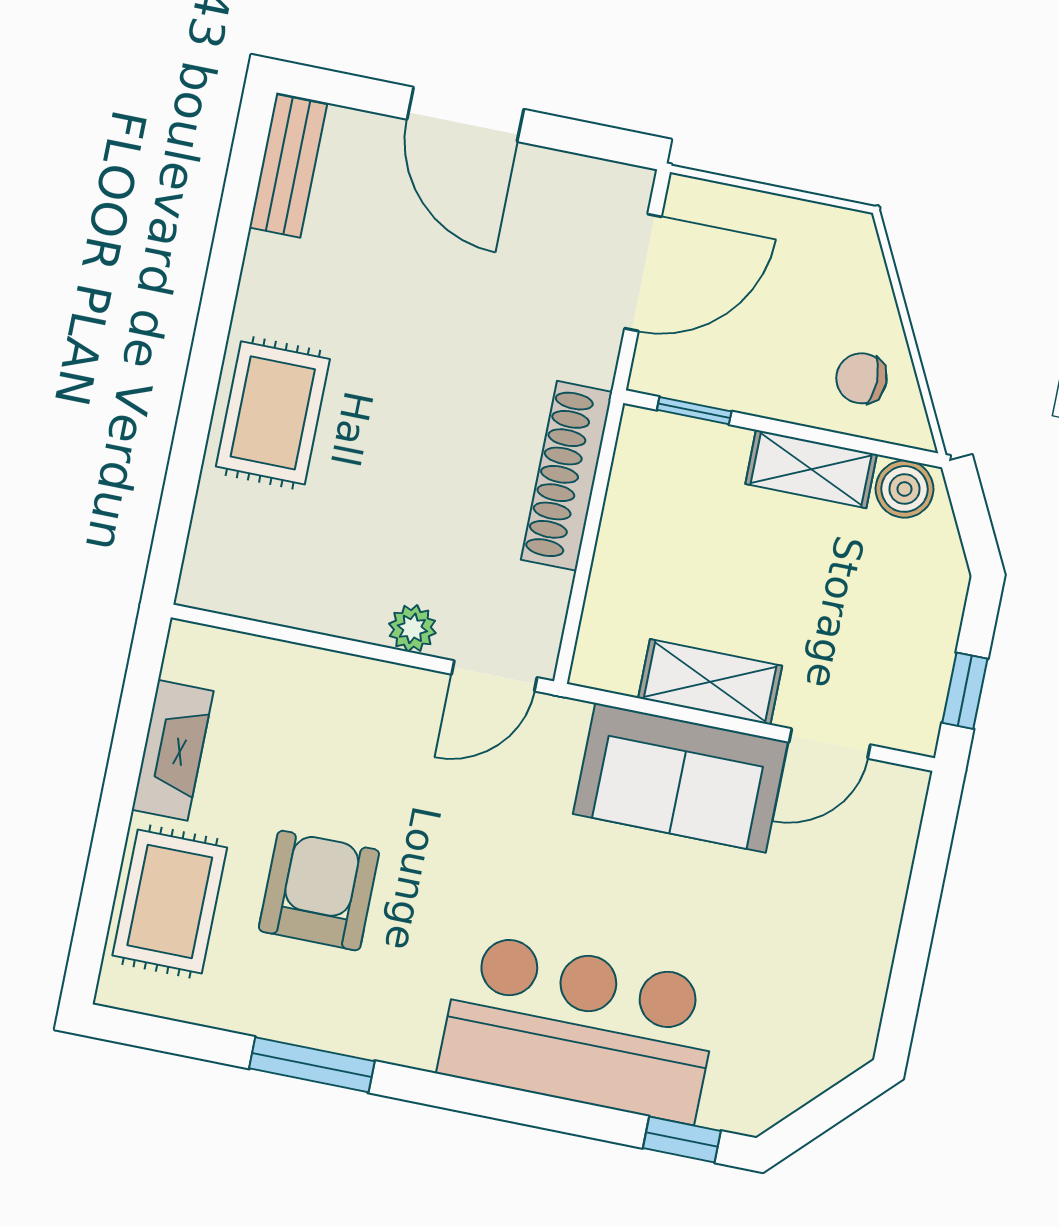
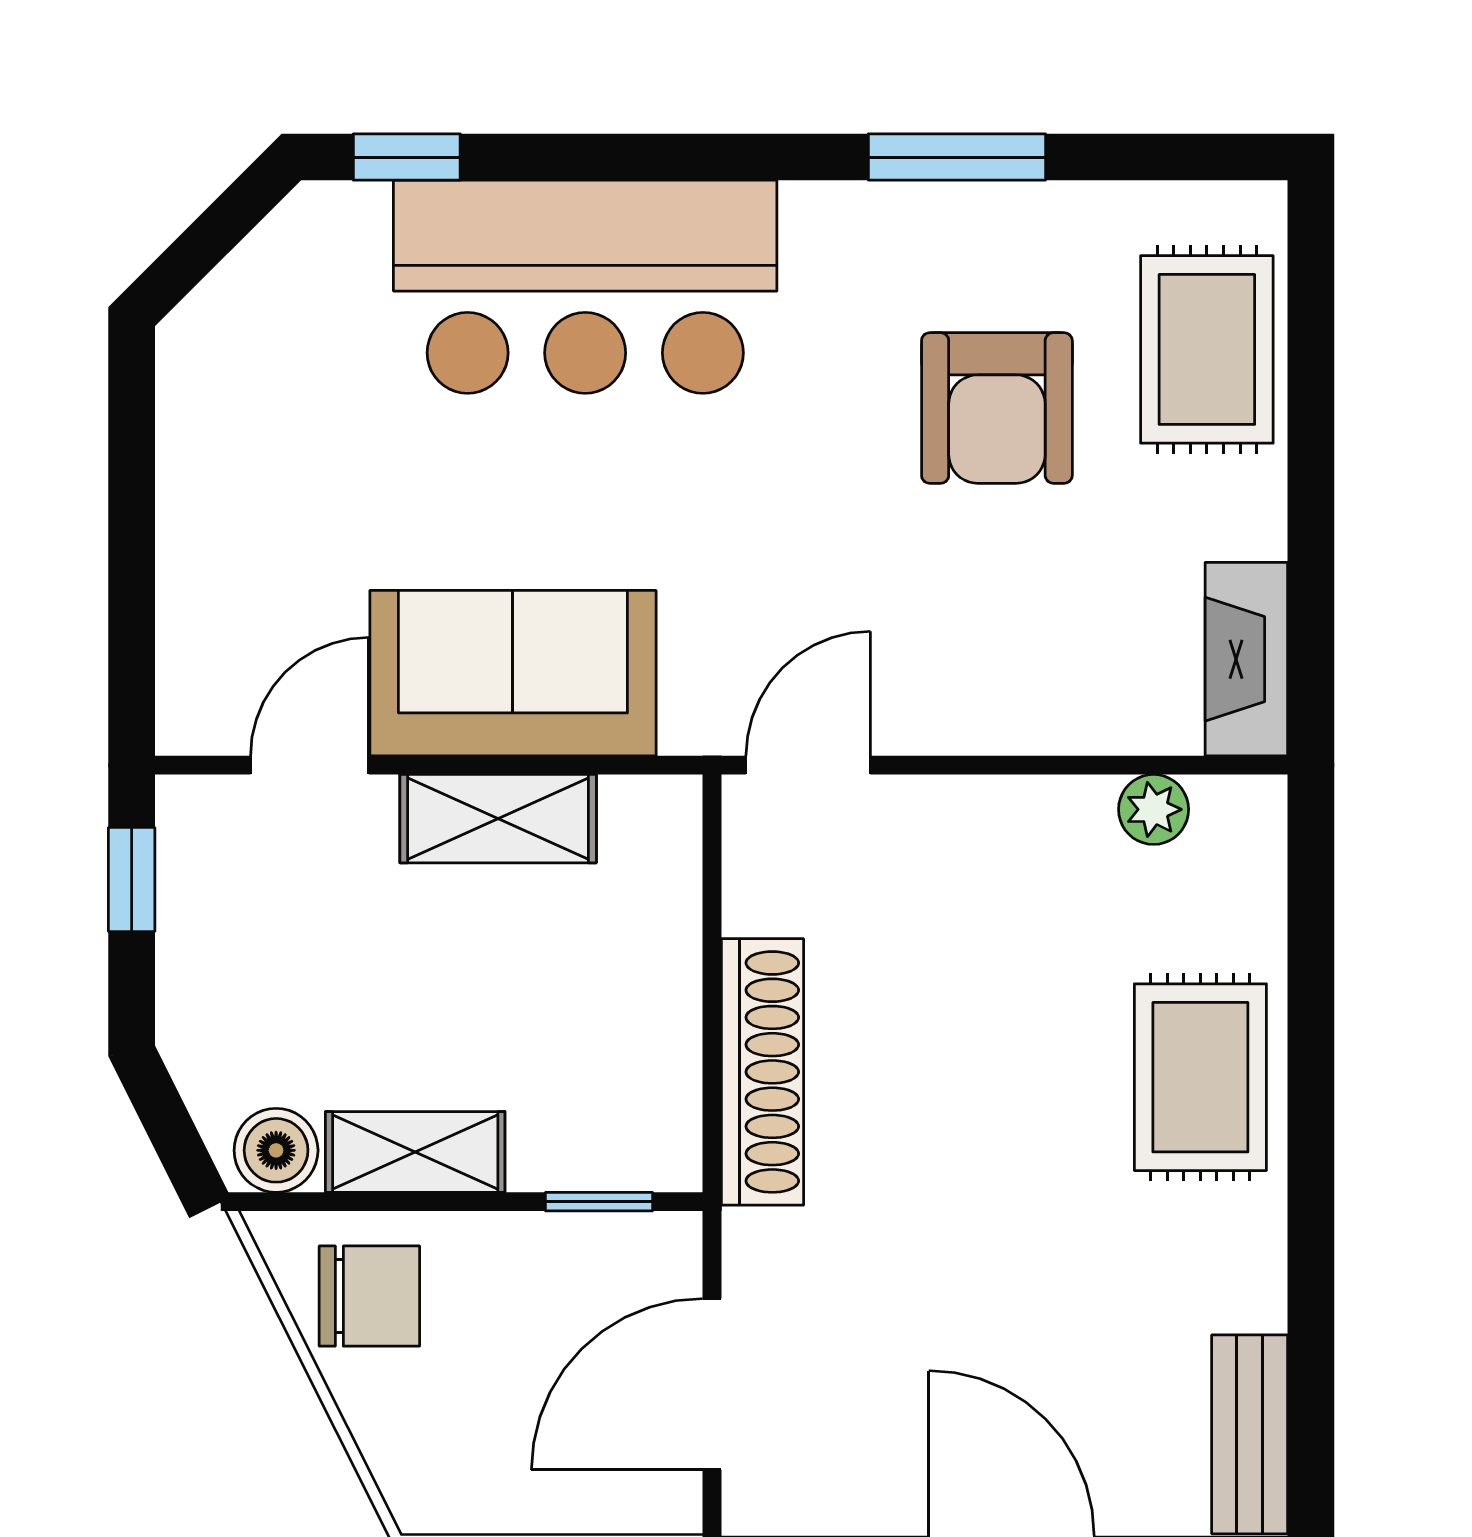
chair: (861, 378) -> (369, 1296), width x1.37, depth x1.37
plant: (412, 628) -> (1154, 809), moved
fireplace: (173, 750) -> (1246, 659), moved

